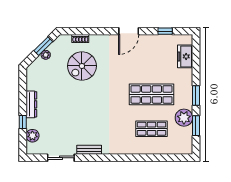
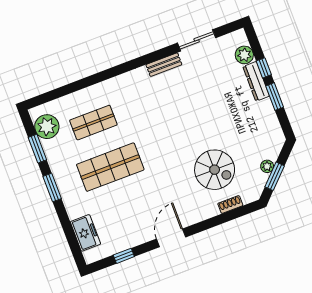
spiral stairs: (82, 66) -> (215, 170), turned 90
window: (23, 100) -> (275, 97), added
dresser: (31, 104) -> (256, 81), moved
plant: (184, 118) -> (47, 127), moved

